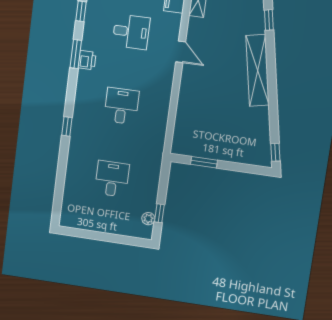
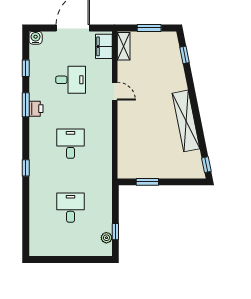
shelving: (258, 70) -> (186, 121), moved

